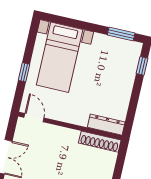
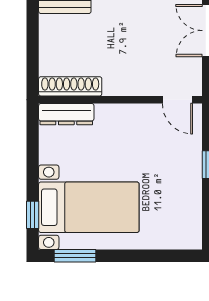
bed with nightstands: (60, 57) -> (89, 207), moved, turned 90

